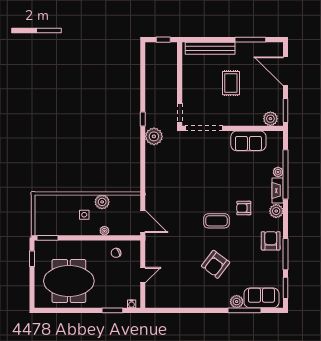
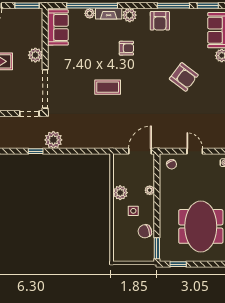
plant: (270, 119) -> (35, 55), moved
sofa: (248, 141) -> (58, 27), moved
armchair: (244, 208) -> (126, 48), turned -90
coffee table: (216, 221) -> (108, 87), moved, turned 90
chair: (64, 226) -> (145, 231), added
armchair: (271, 241) -> (160, 21), turned -90
chair: (116, 253) -> (172, 164), moved

